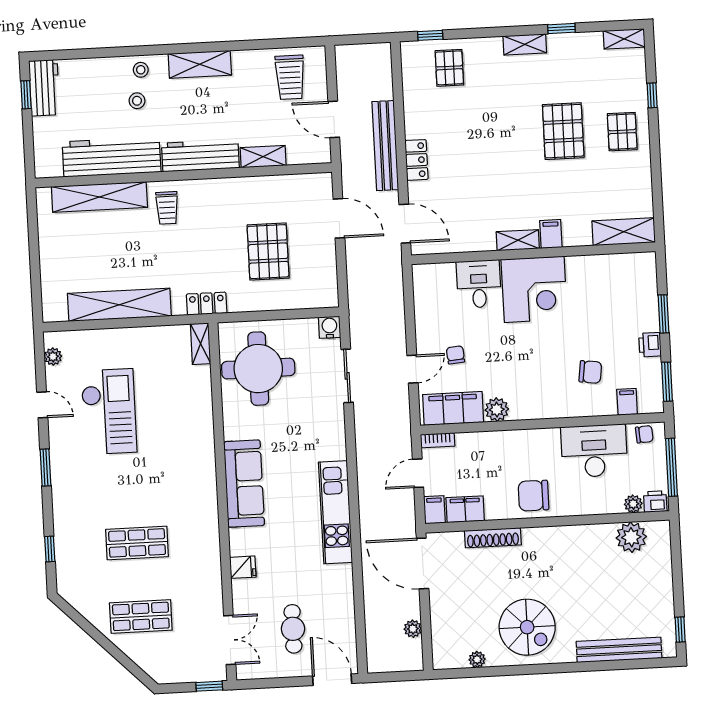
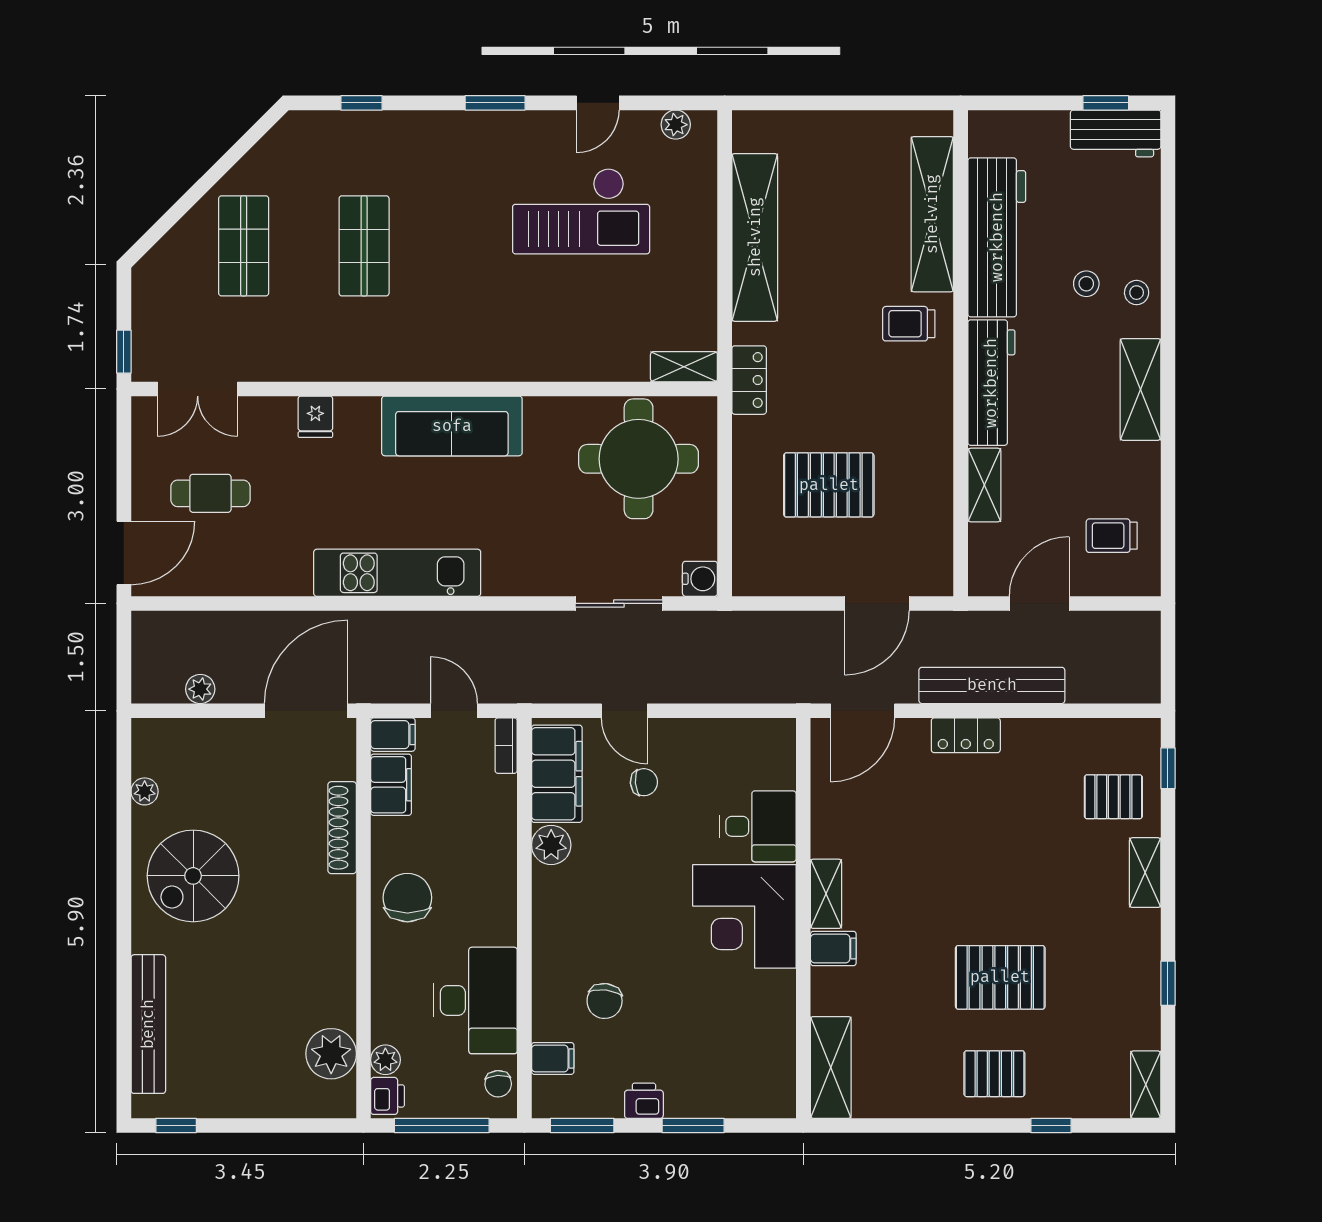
shelving: (525, 44) -> (1145, 873), moved
trolley: (290, 77) -> (1112, 536), width x0.73, depth x0.72

